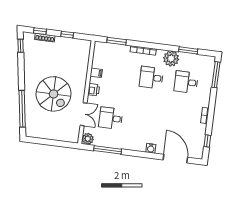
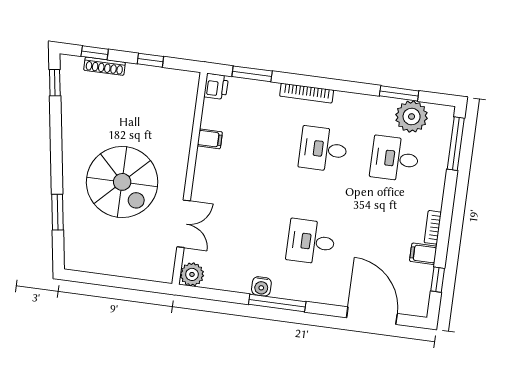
plant: (171, 59) -> (412, 117), moved
printer: (94, 90) -> (216, 86), moved
window: (22, 109) -> (57, 212), width x0.47
desk: (111, 118) -> (311, 242), moved
filing cabinet: (200, 128) -> (423, 254), added
water cooler: (151, 148) -> (261, 286), moved
window: (108, 150) -> (277, 303), moved

